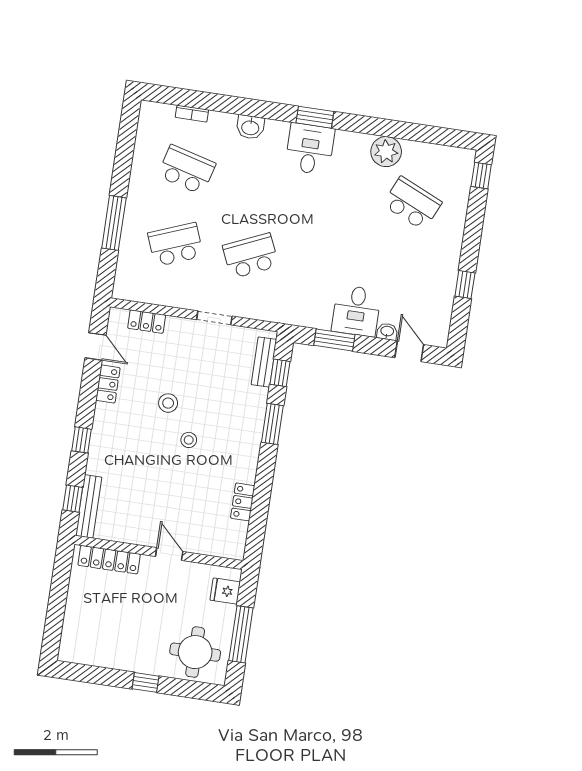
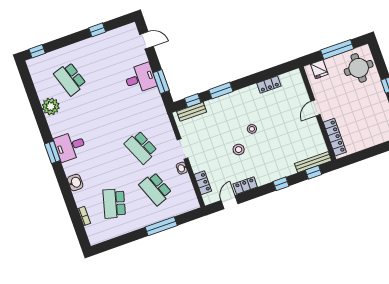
school desk: (412, 203) -> (70, 79), turned -42
washbasin: (387, 332) -> (182, 168), moved
door: (409, 351) -> (146, 40), swing flipped

